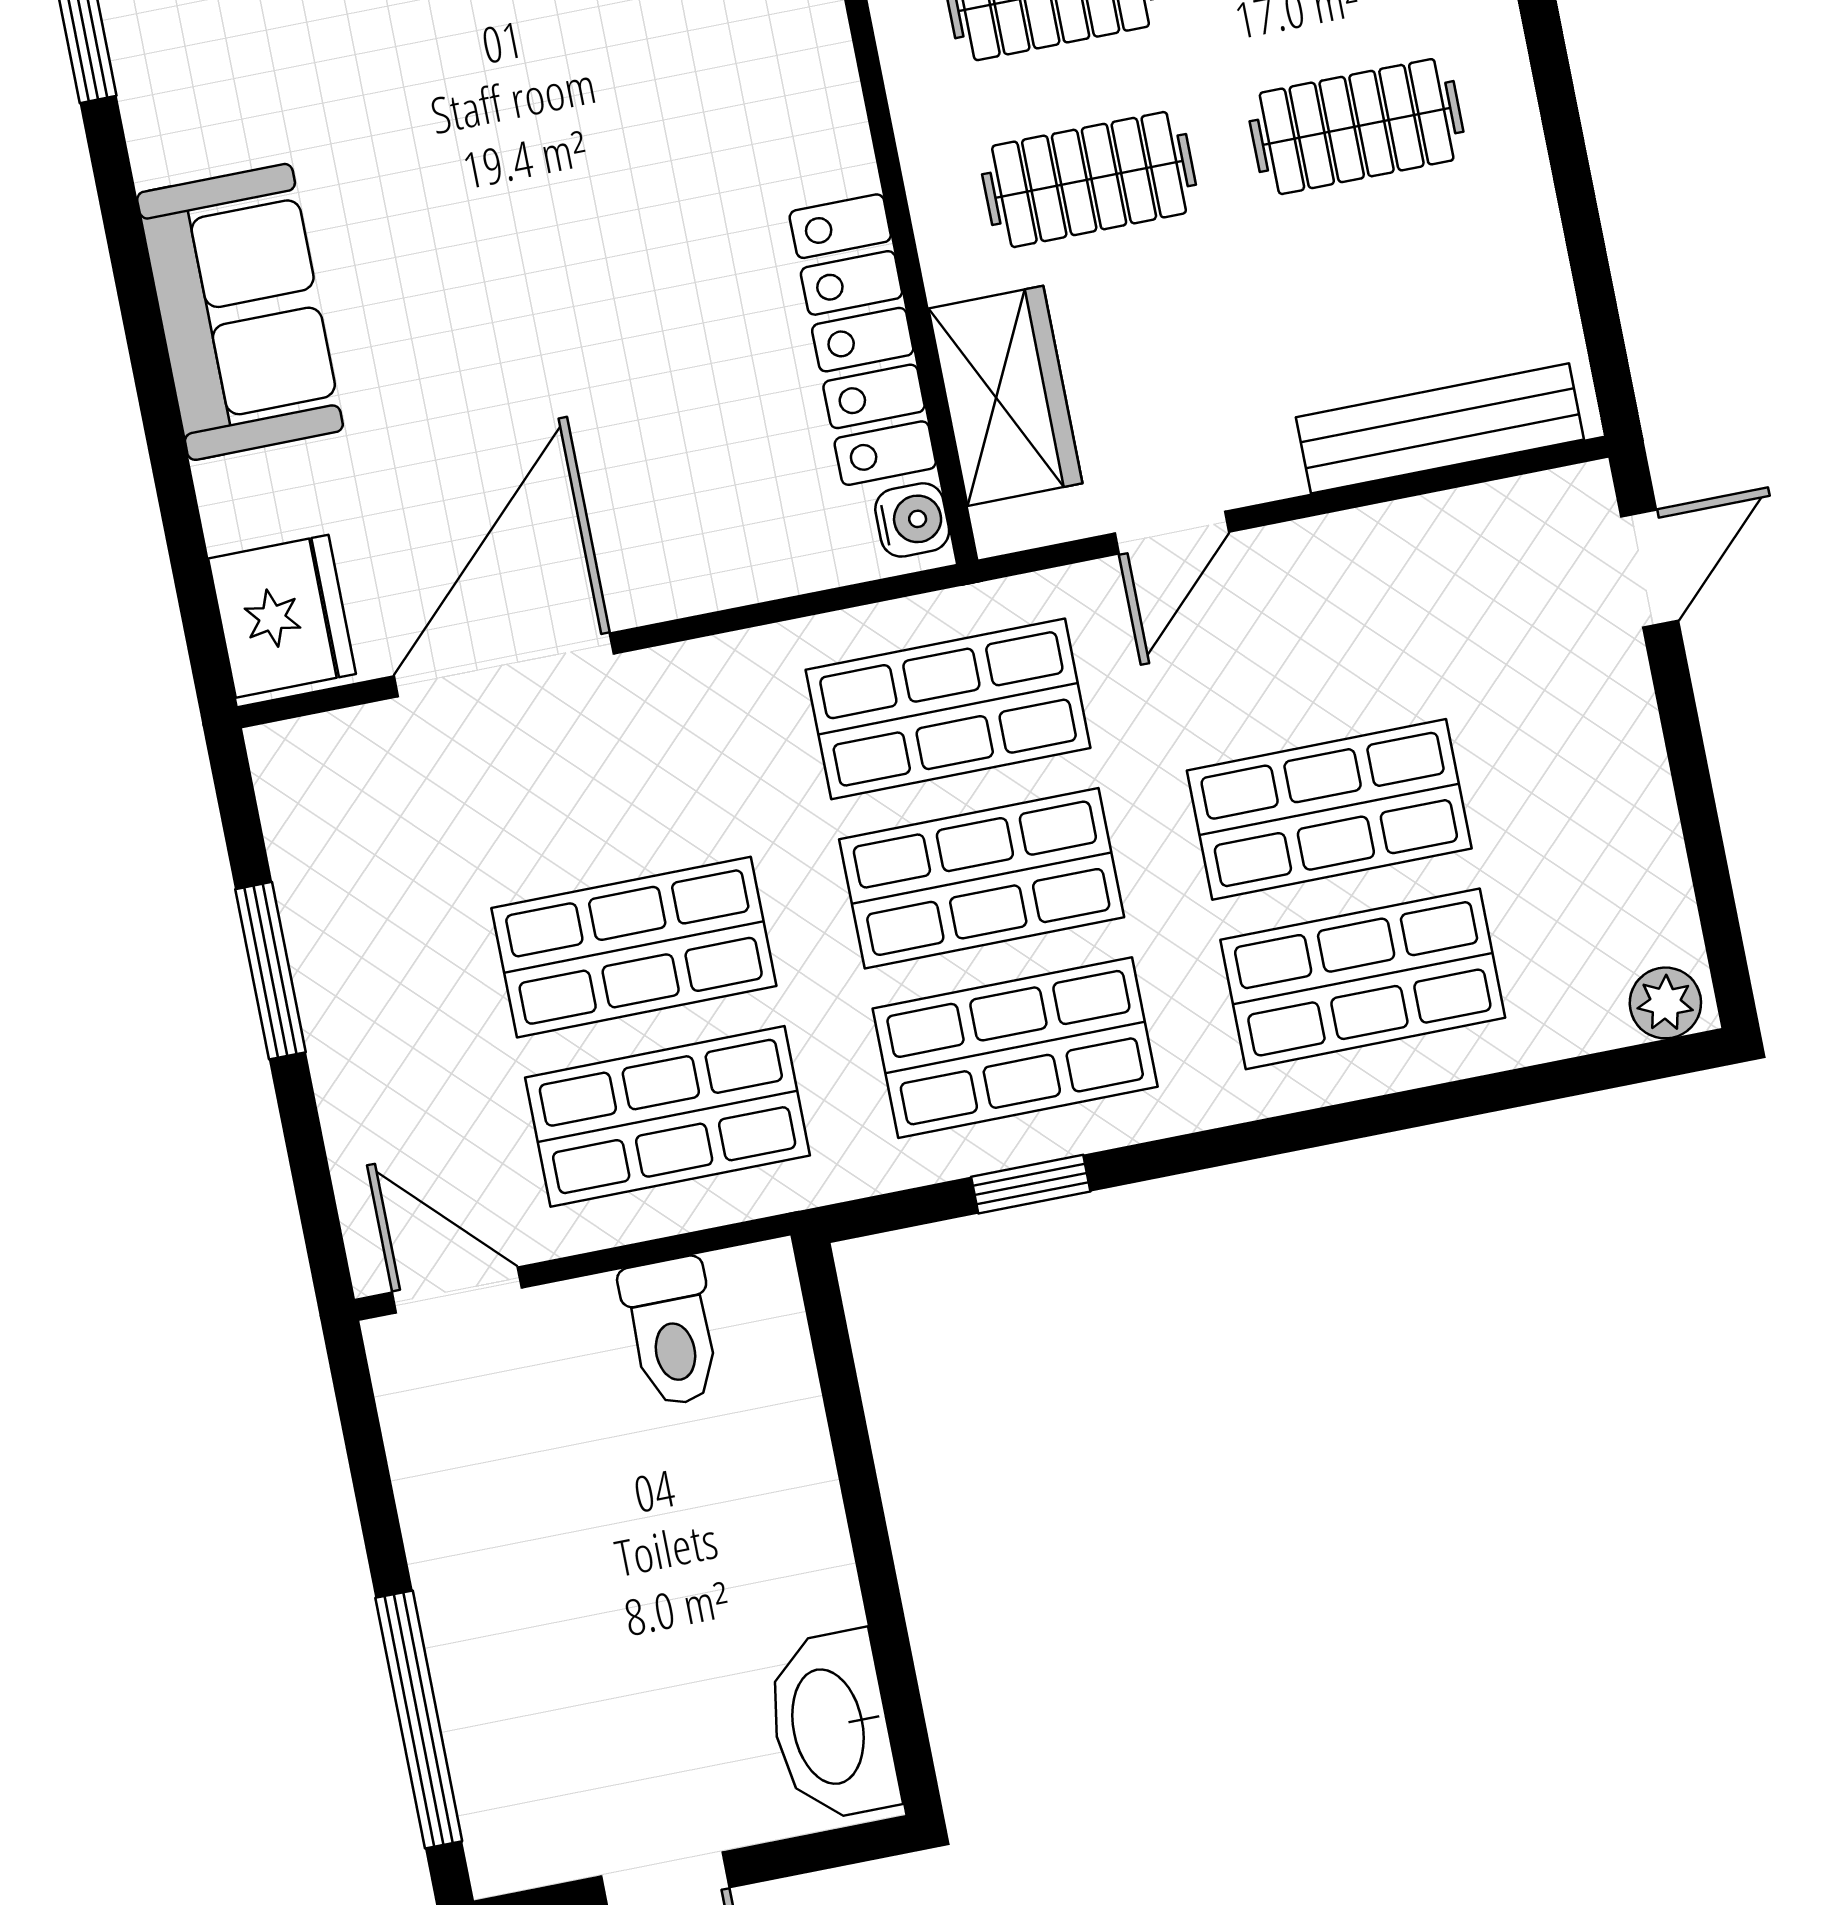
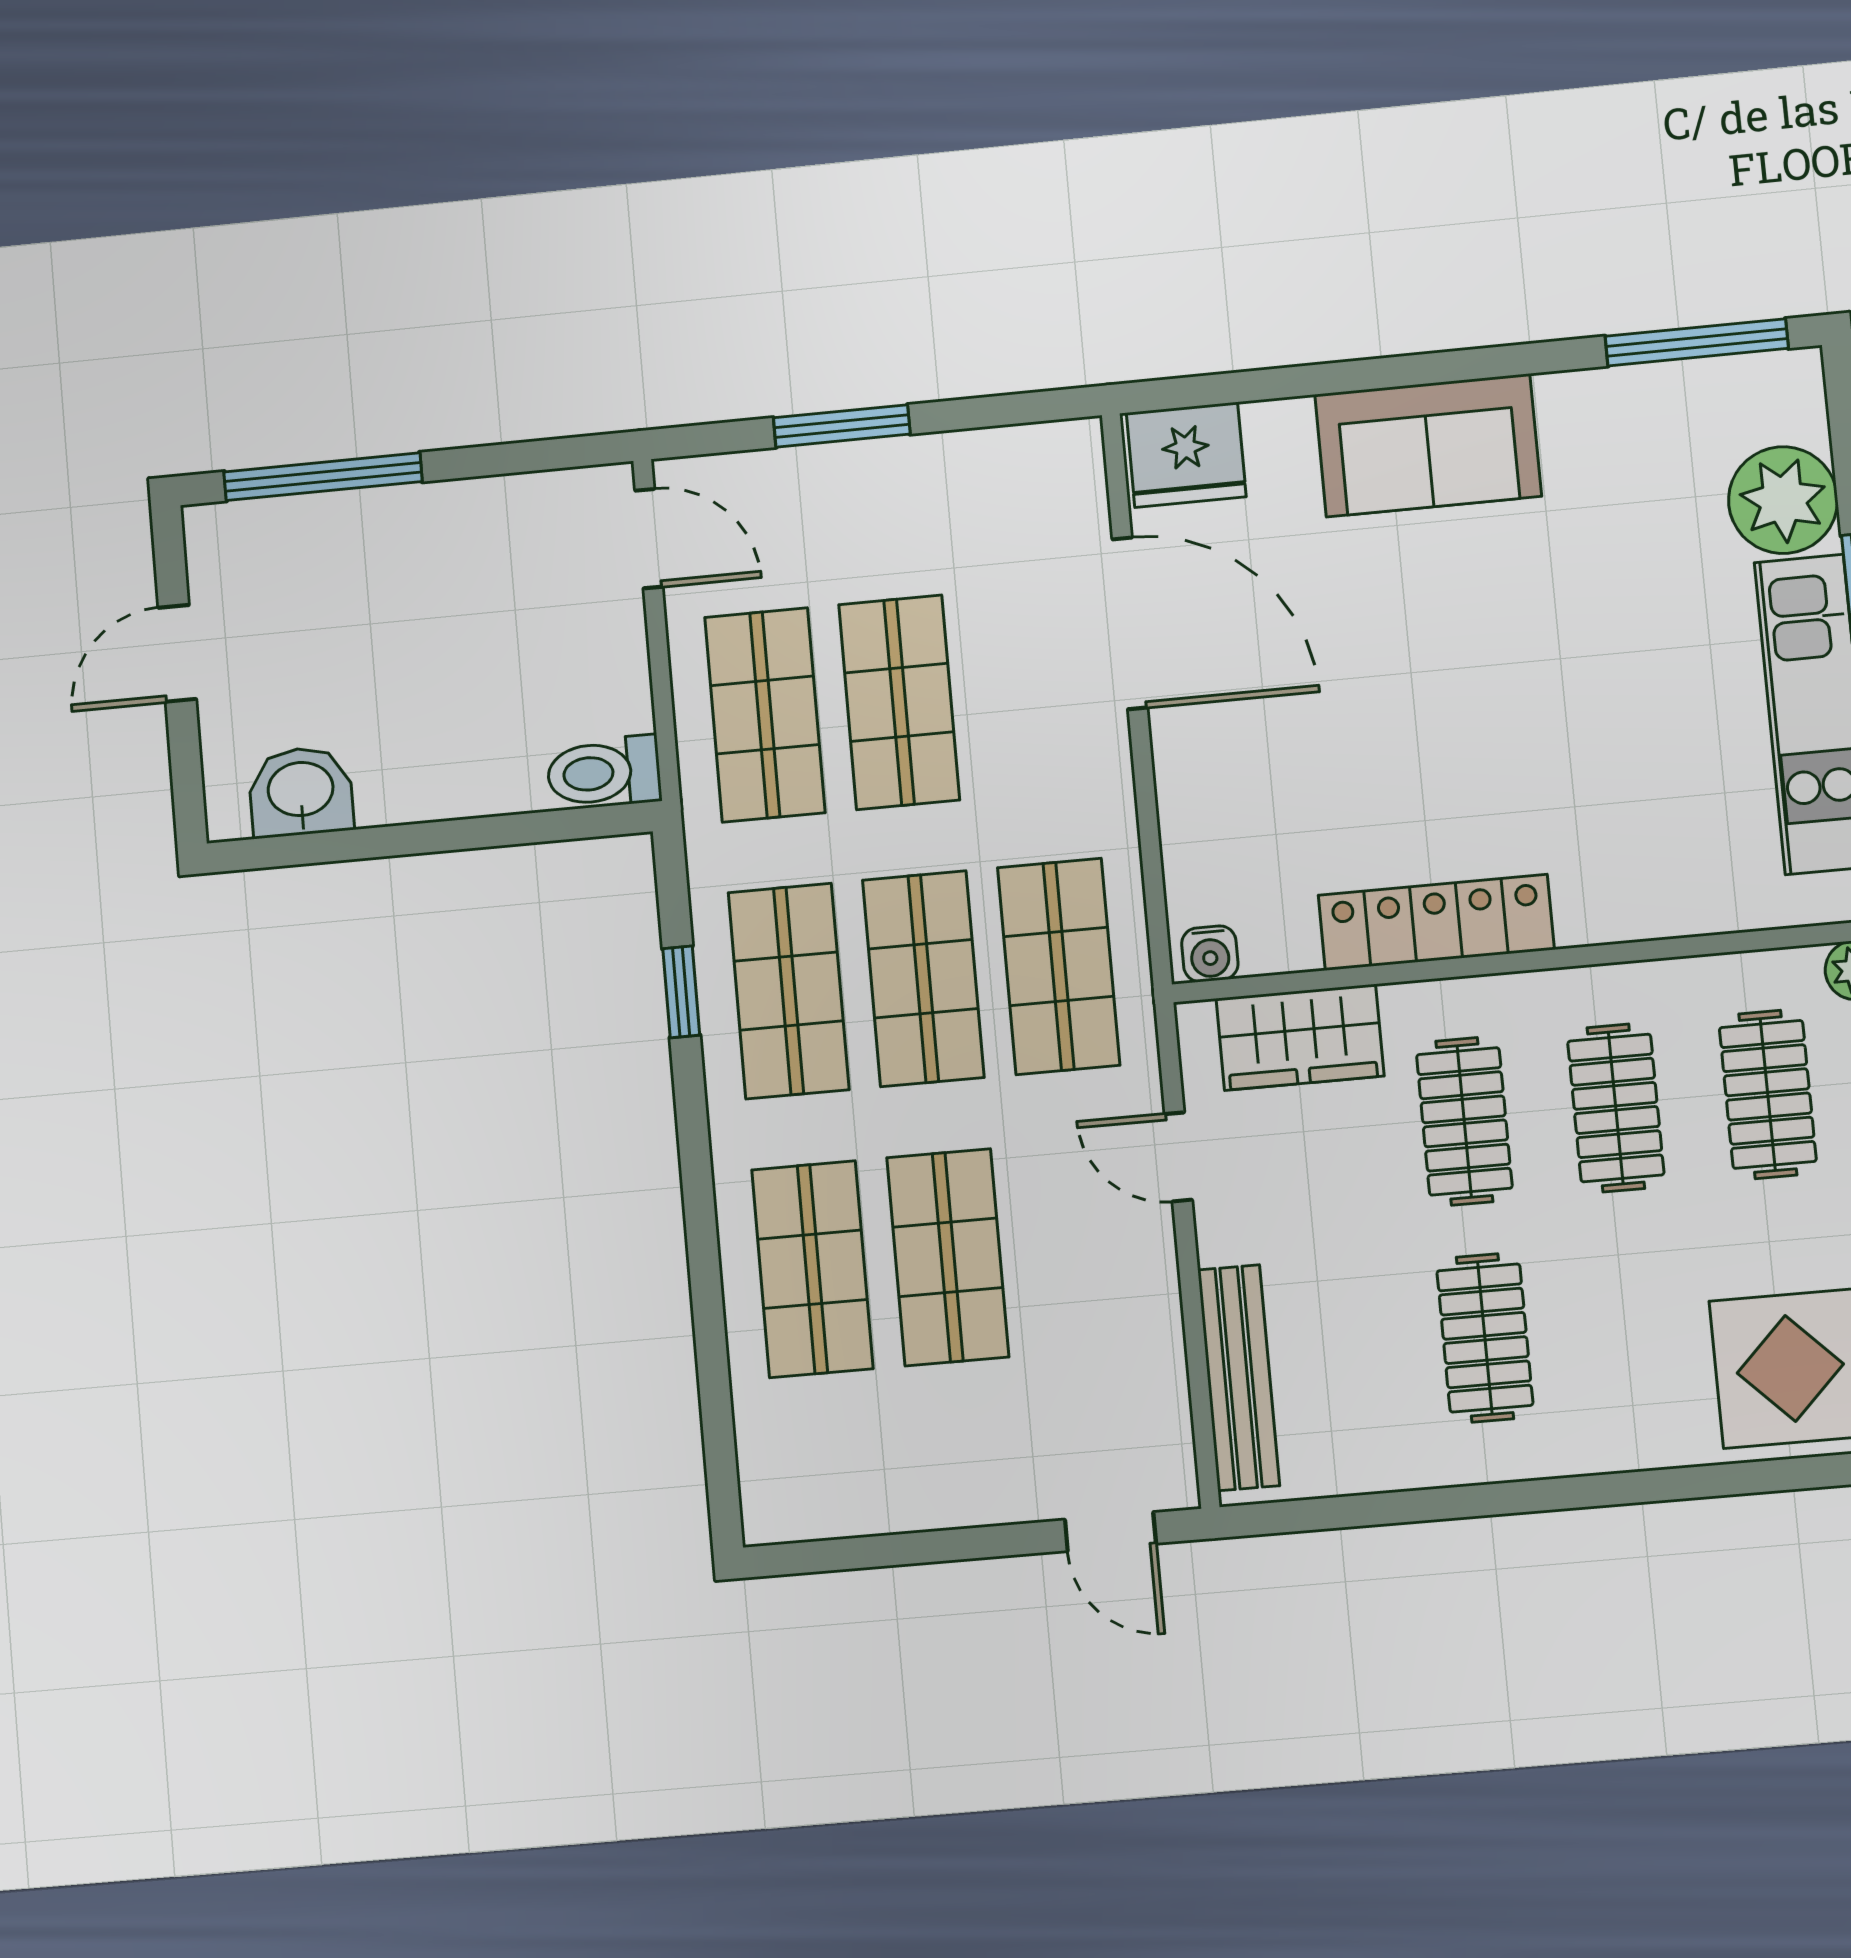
locker: (863, 340) -> (1436, 922), moved
window: (271, 971) -> (842, 426), moved
plant: (1665, 1003) -> (767, 1506), removed
door: (457, 1290) -> (649, 539), hinge flipped
toilet: (672, 1332) -> (604, 772), moved
washbasin: (831, 1726) -> (301, 792), width x0.72

